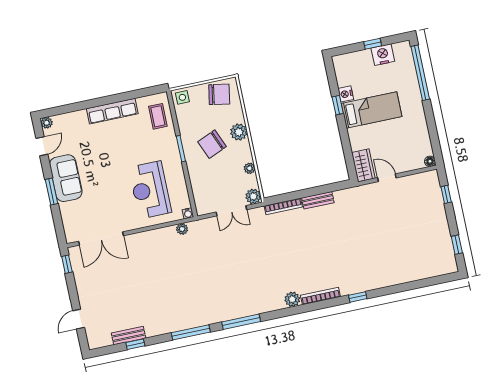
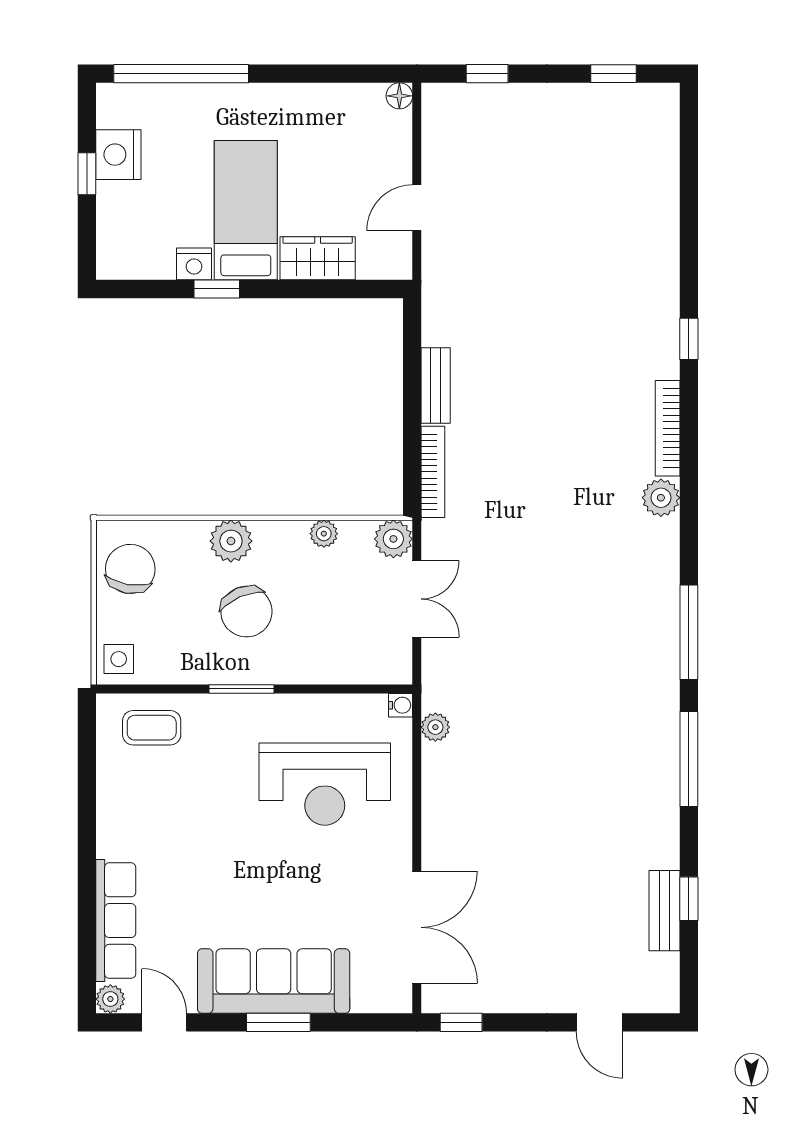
row of seats: (112, 111) -> (116, 921), moved
wardrobe: (363, 165) -> (318, 258), moved
sofa: (66, 178) -> (274, 981), width x1.36

